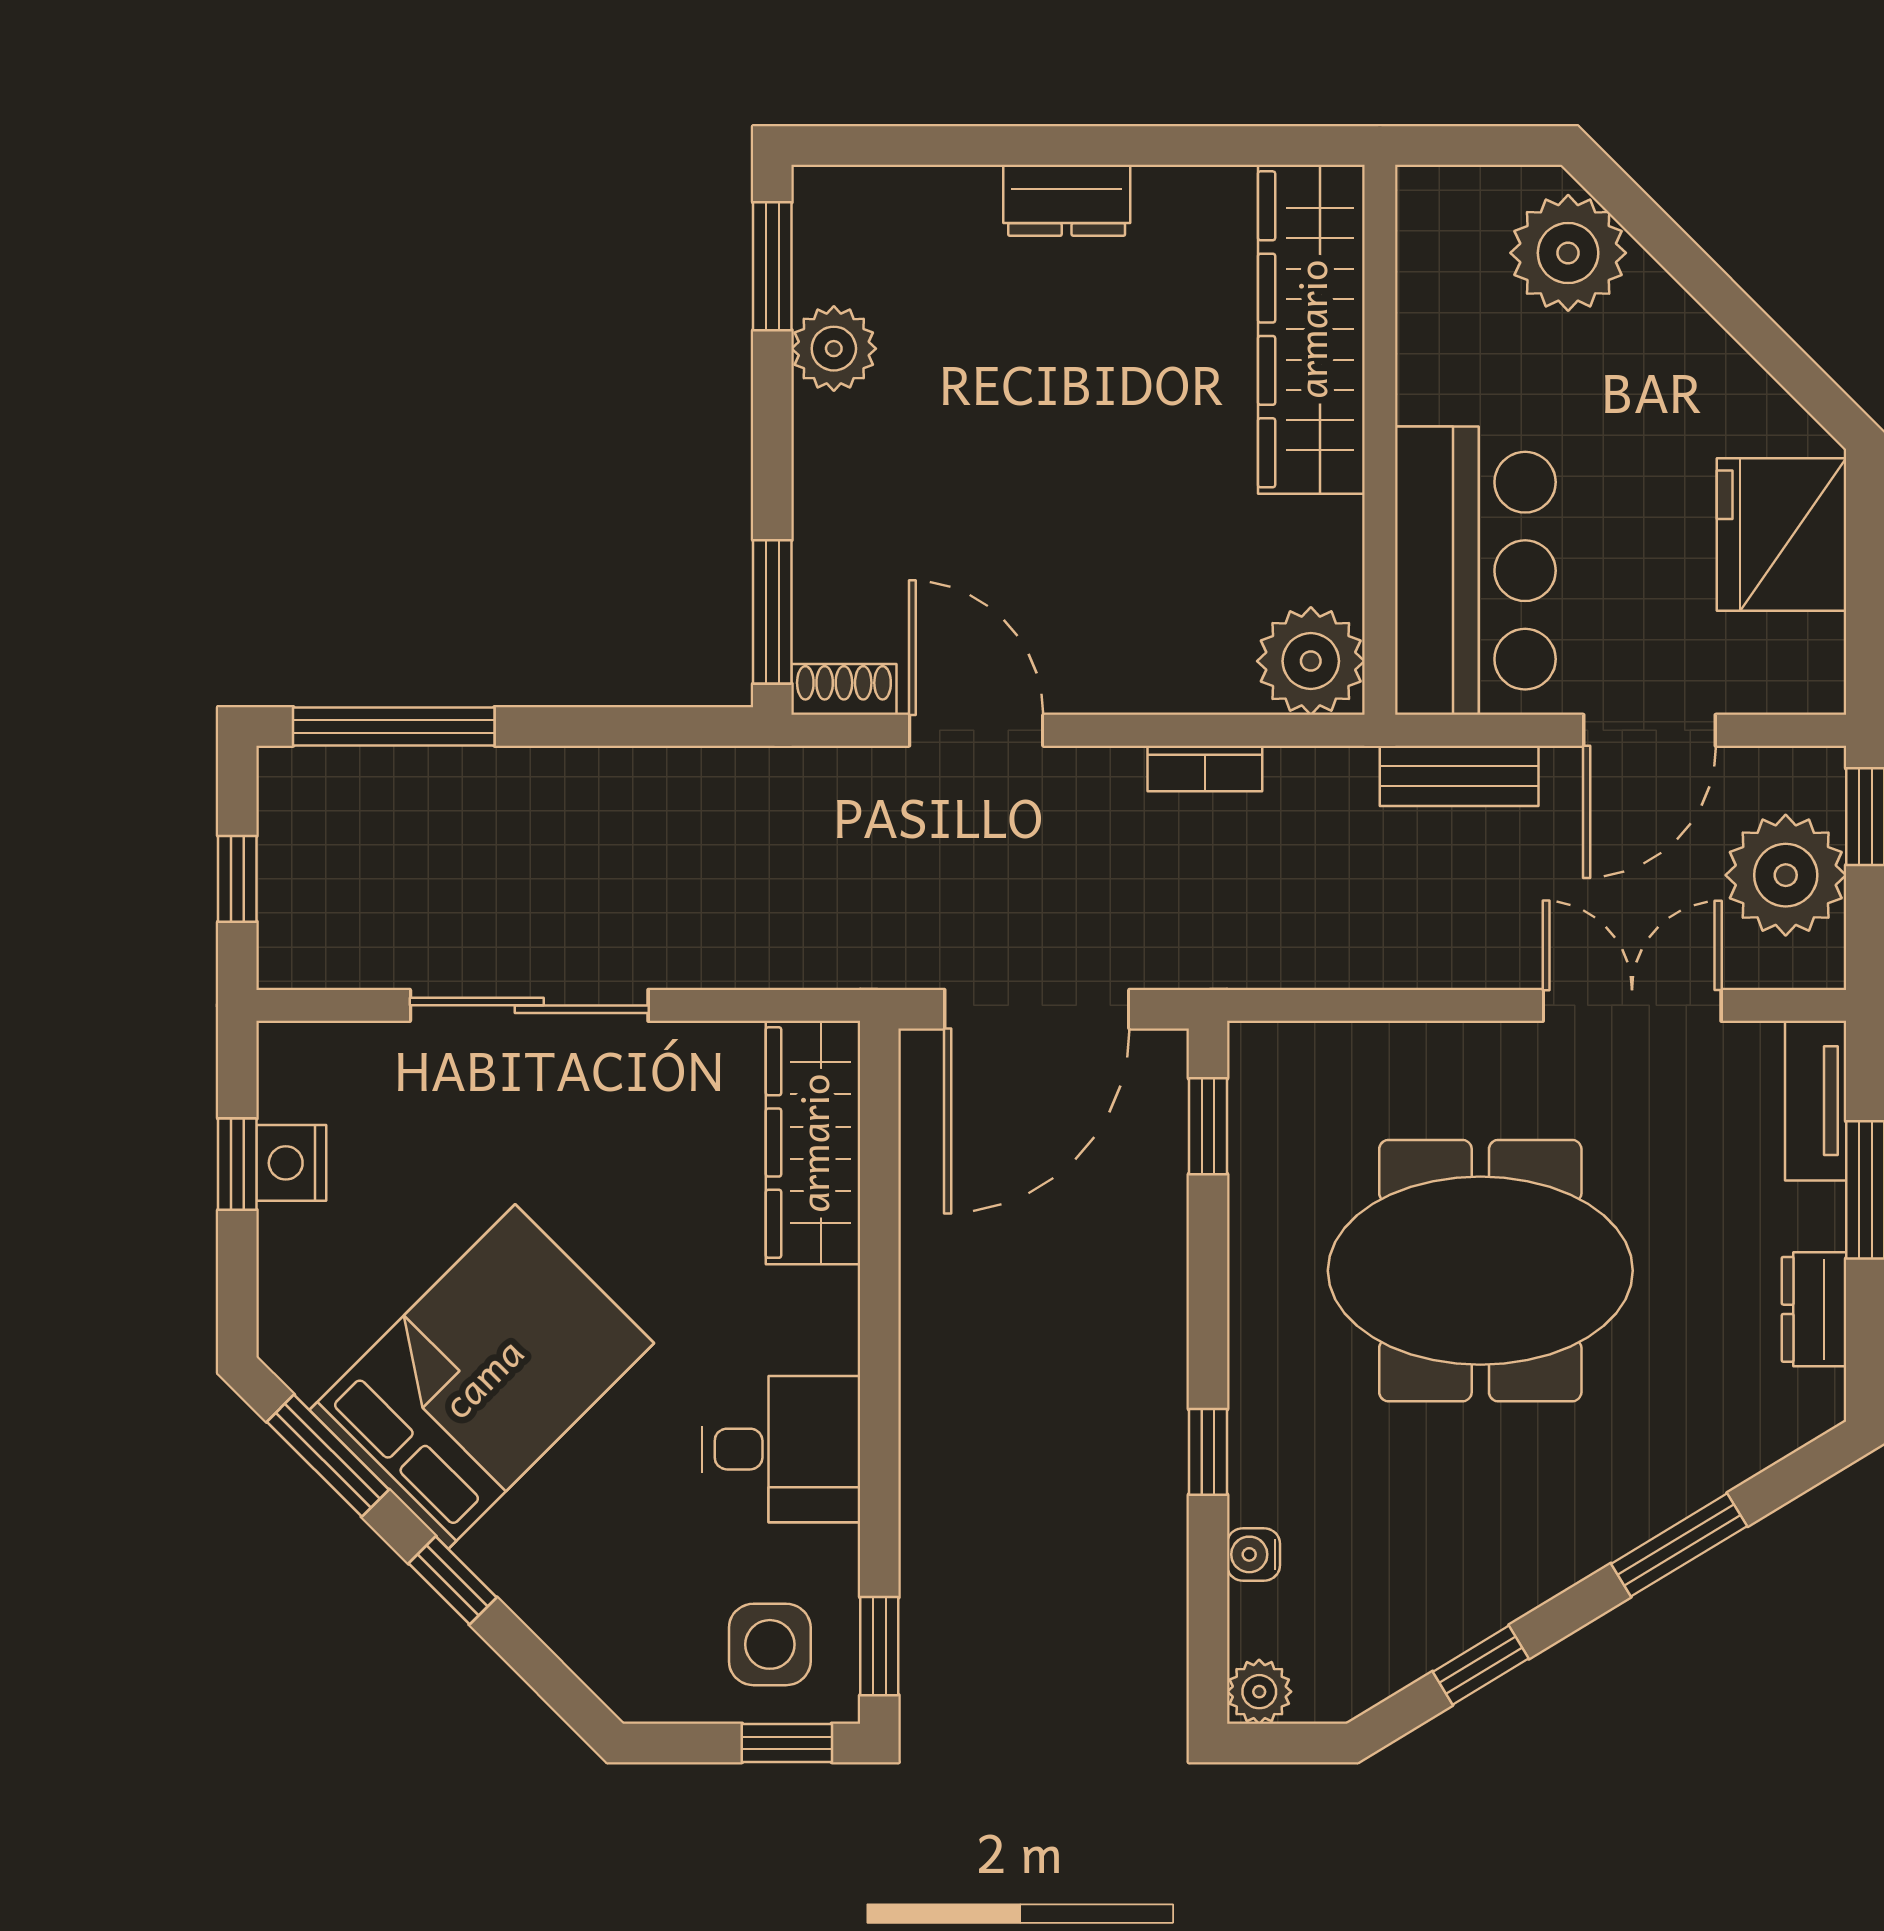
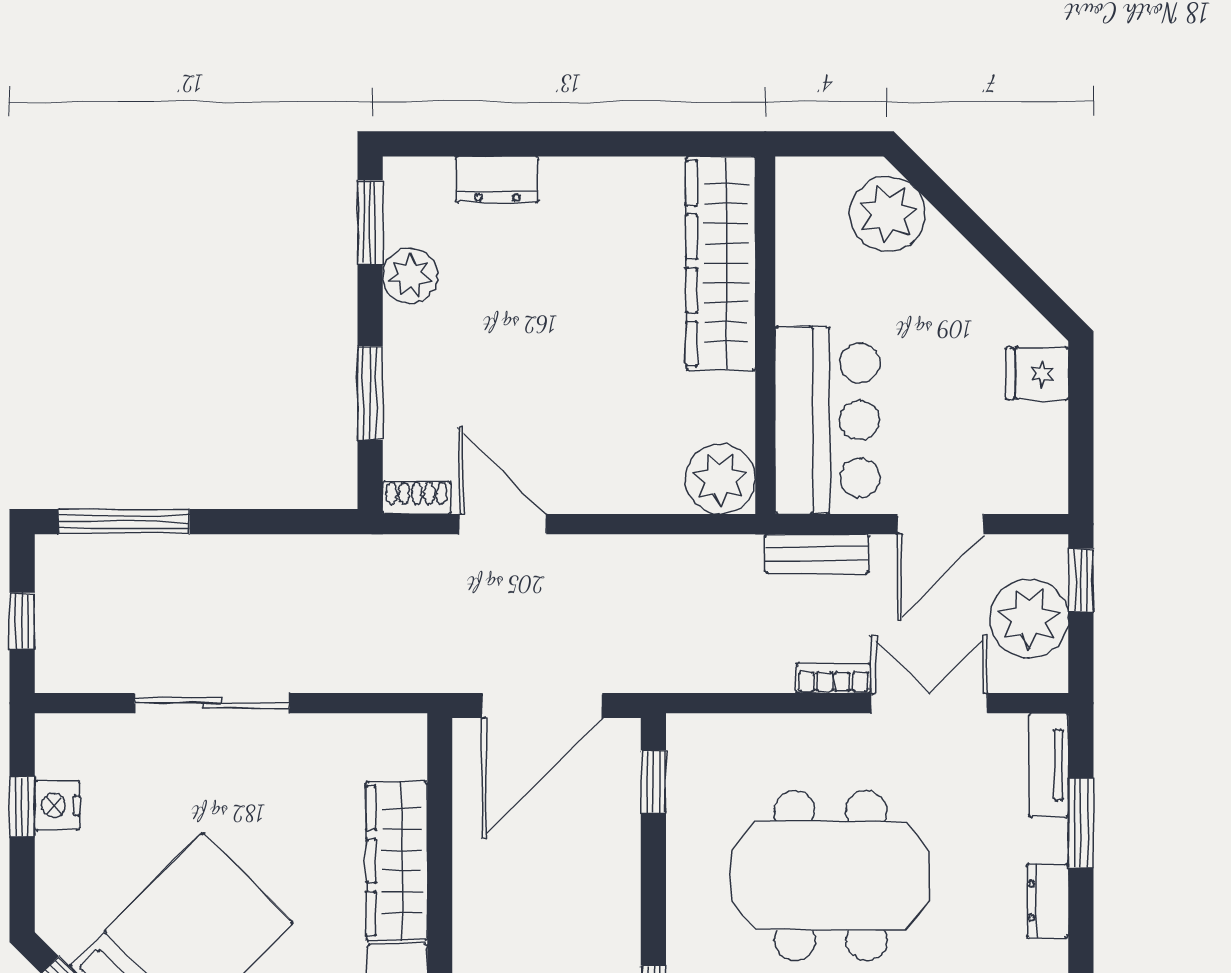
dresser: (1067, 200) -> (497, 179), moved
fridge: (1781, 534) -> (1037, 374), width x0.53, depth x0.75
window: (772, 612) -> (370, 393), moved
bookcase: (1205, 768) -> (833, 678), moved, turned 180
wardrobe: (813, 1143) -> (397, 861), moved

